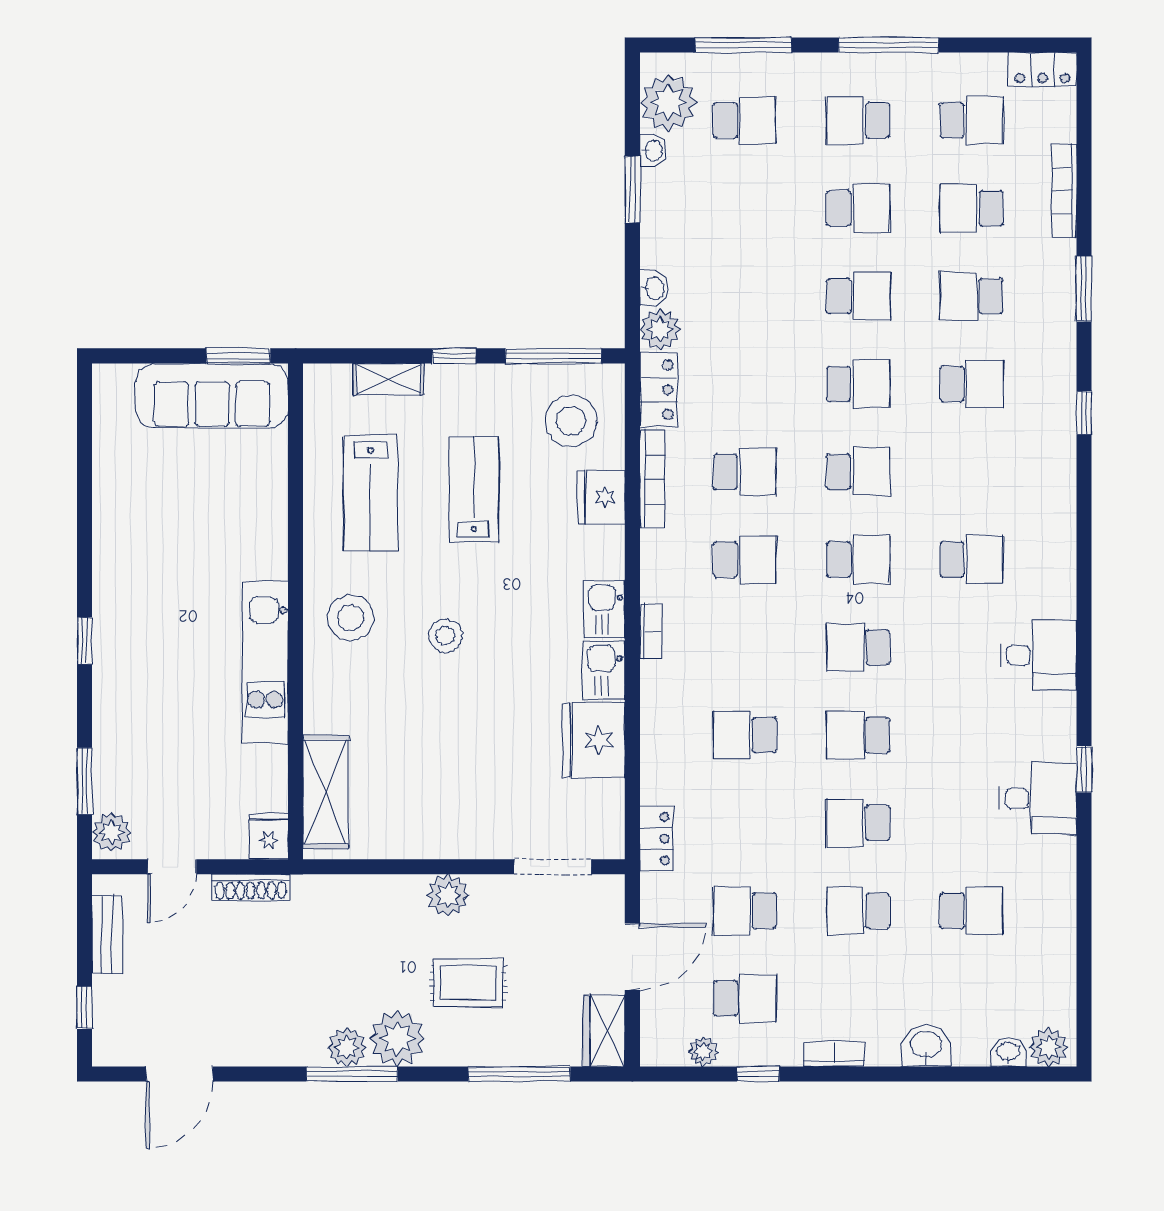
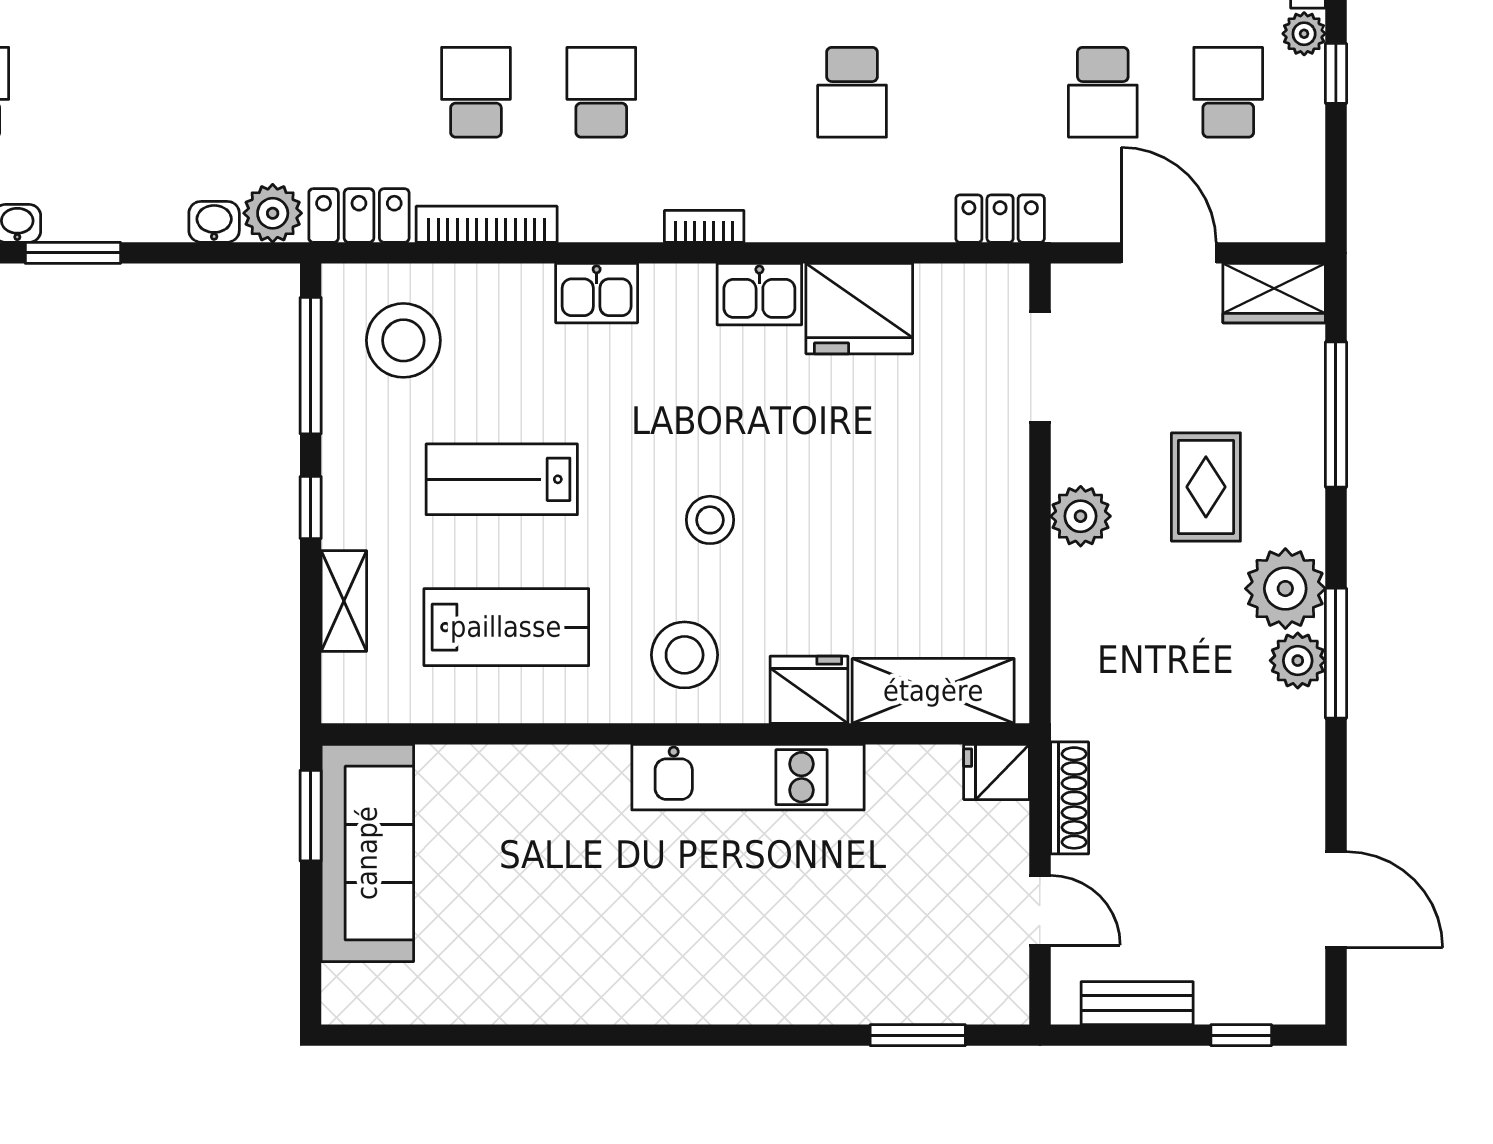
fridge: (601, 497) -> (809, 690), moved, turned 180
kitchen sink: (604, 609) -> (597, 293), moved
window: (85, 641) -> (717, 1035), removed
plant: (112, 832) -> (991, 996), removed
plant: (703, 1052) -> (1304, 34), moved

